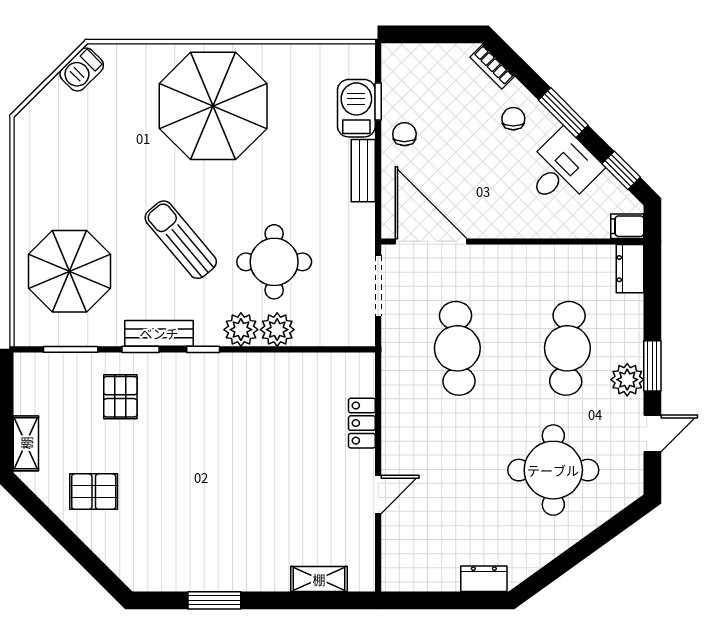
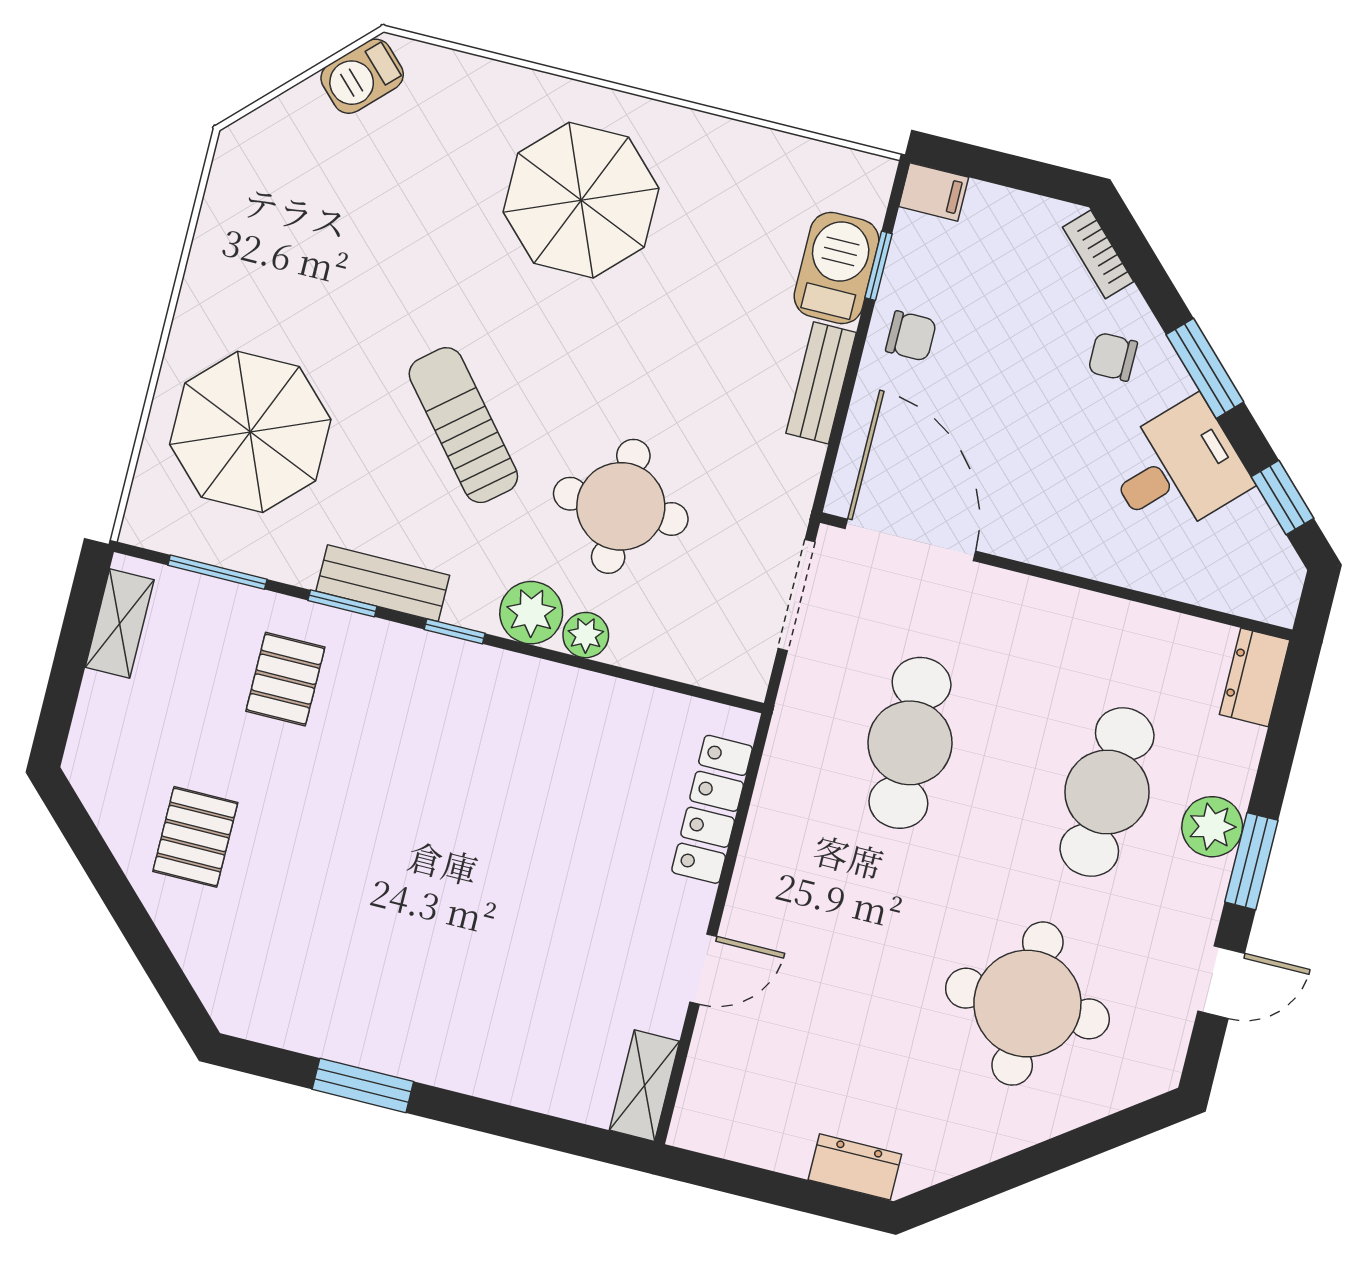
parasol: (213, 106) -> (581, 200), width x0.73, depth x0.73
chair: (513, 119) -> (1113, 357), turned -90
chair: (404, 134) -> (911, 336), turned 90
filing cabinet: (627, 226) -> (934, 192), moved, turned 180
plant: (277, 330) -> (586, 635), width x0.73, depth x0.73
plant: (627, 380) -> (1212, 827), moved
locker: (362, 423) -> (712, 809), width x1.53
shelving: (26, 443) -> (120, 623), moved
pallet: (94, 492) -> (195, 837), turned 90
shelving: (319, 579) -> (644, 1086), moved, turned 90

